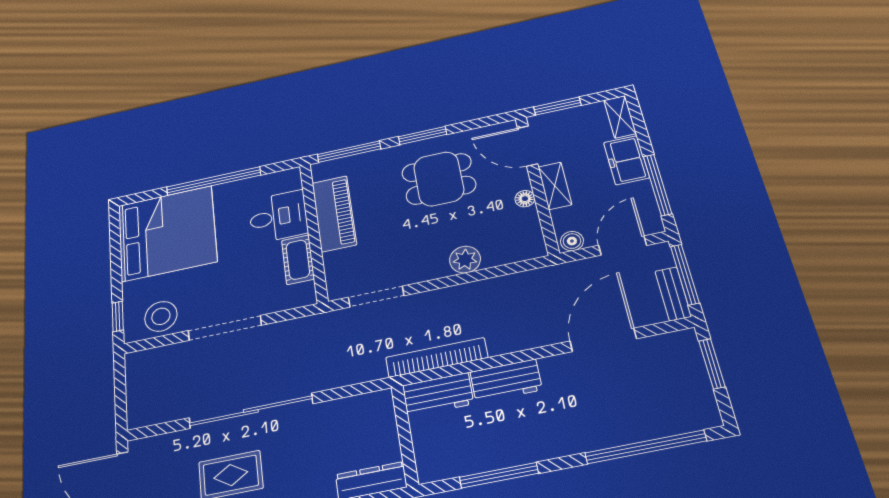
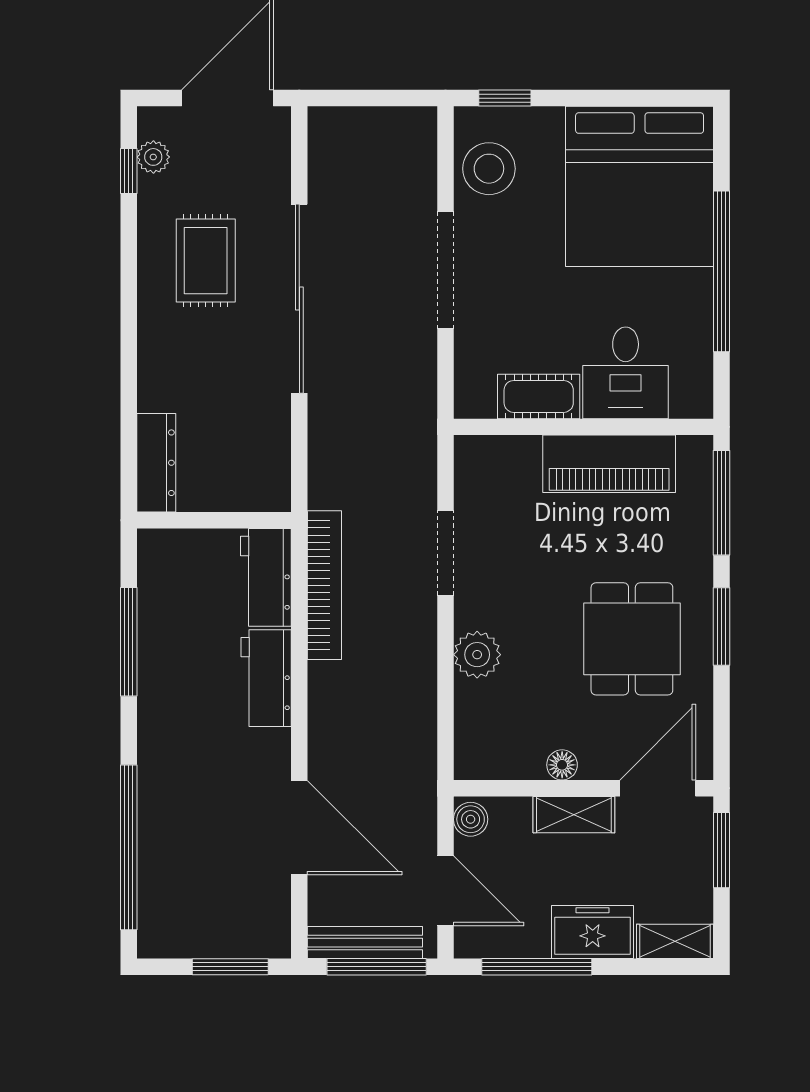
bench: (673, 294) -> (365, 943), width x1.36
doorway: (376, 297) -> (445, 553), moved

